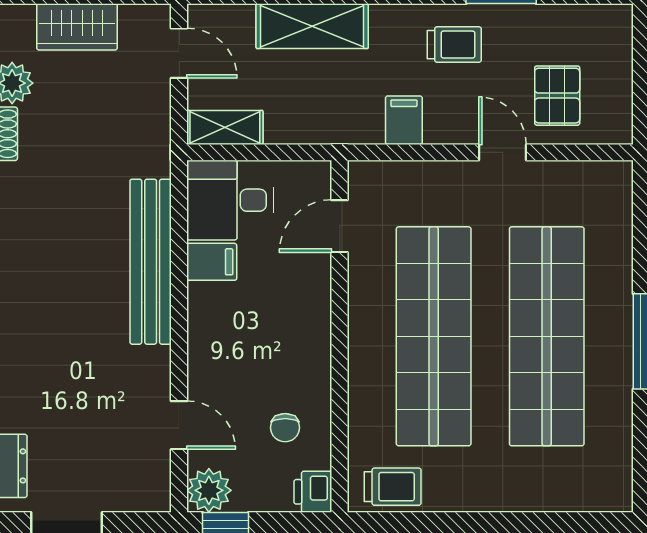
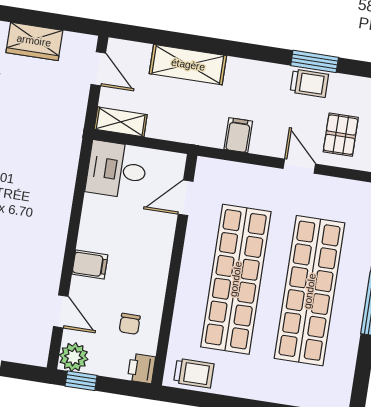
trolley: (454, 45) -> (309, 83), moved
bench: (151, 262) -> (59, 202), removed
filing cabinet: (212, 262) -> (90, 265), moved

